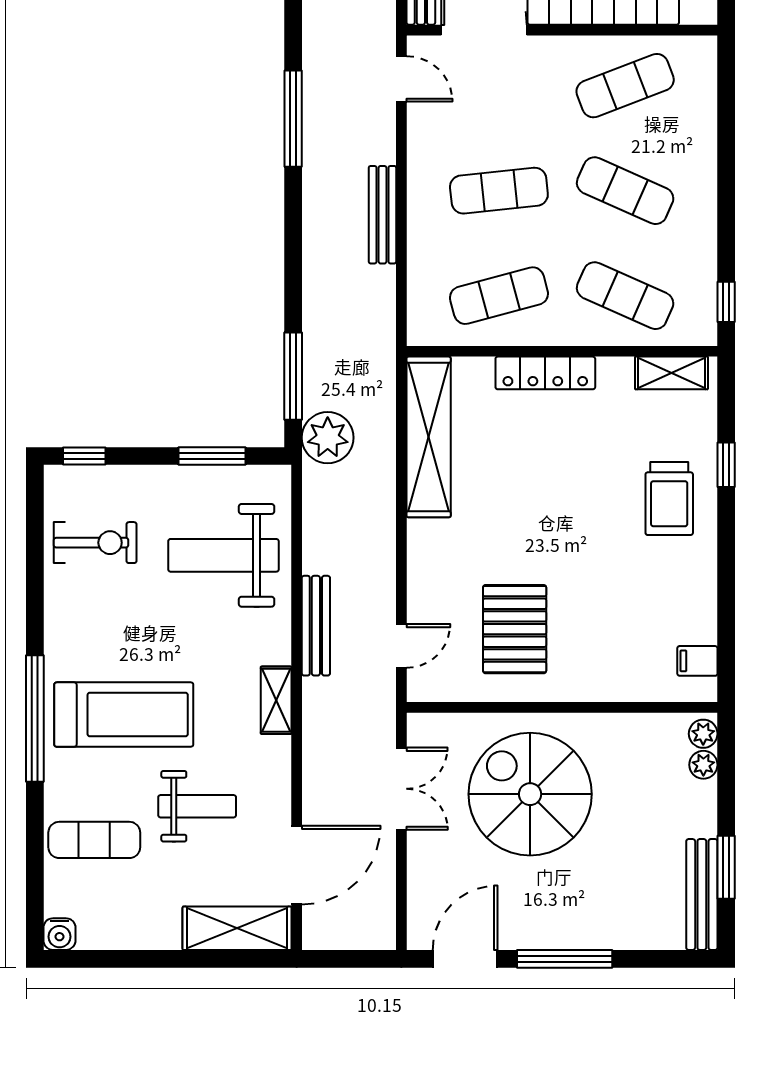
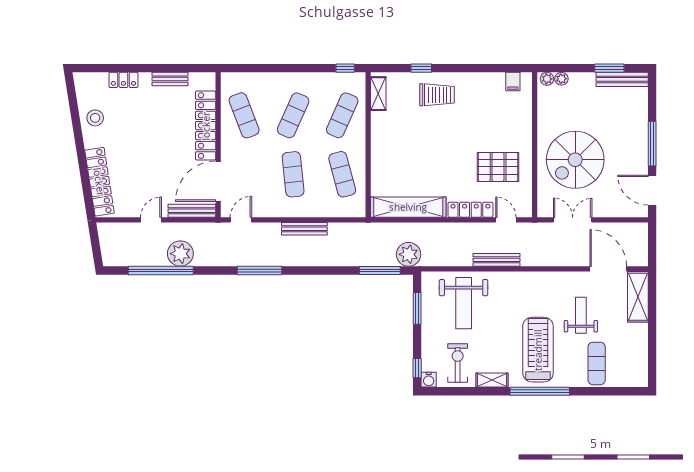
locker: (545, 373) -> (470, 210), moved, turned -90
shelving: (276, 700) -> (492, 380), moved
water cooler: (59, 934) -> (429, 380), moved, turned 90

